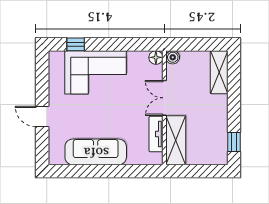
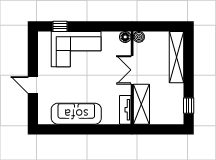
shelving: (219, 72) -> (177, 57), width x1.47
tv unit: (156, 134) -> (125, 110), moved

